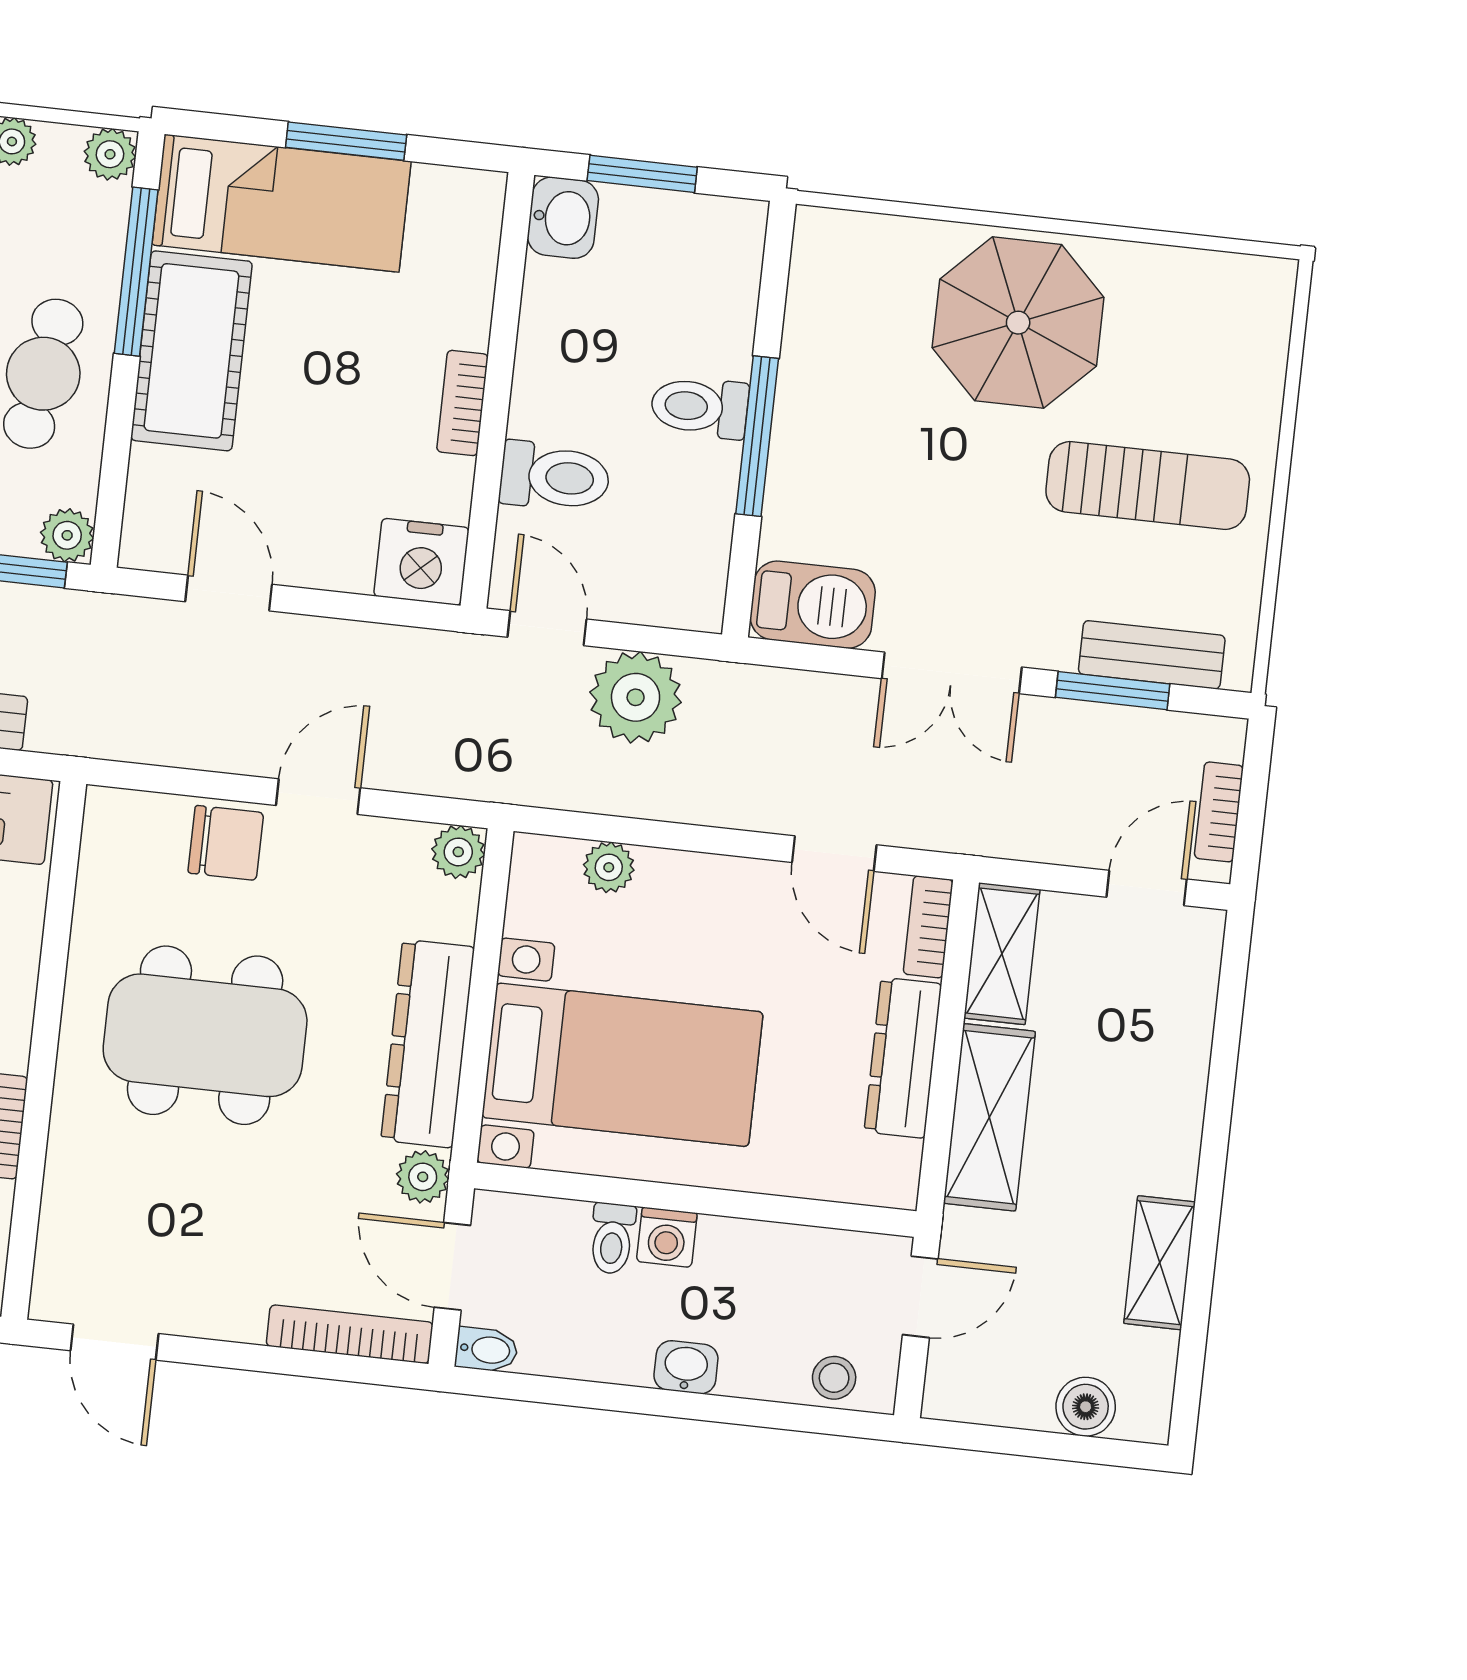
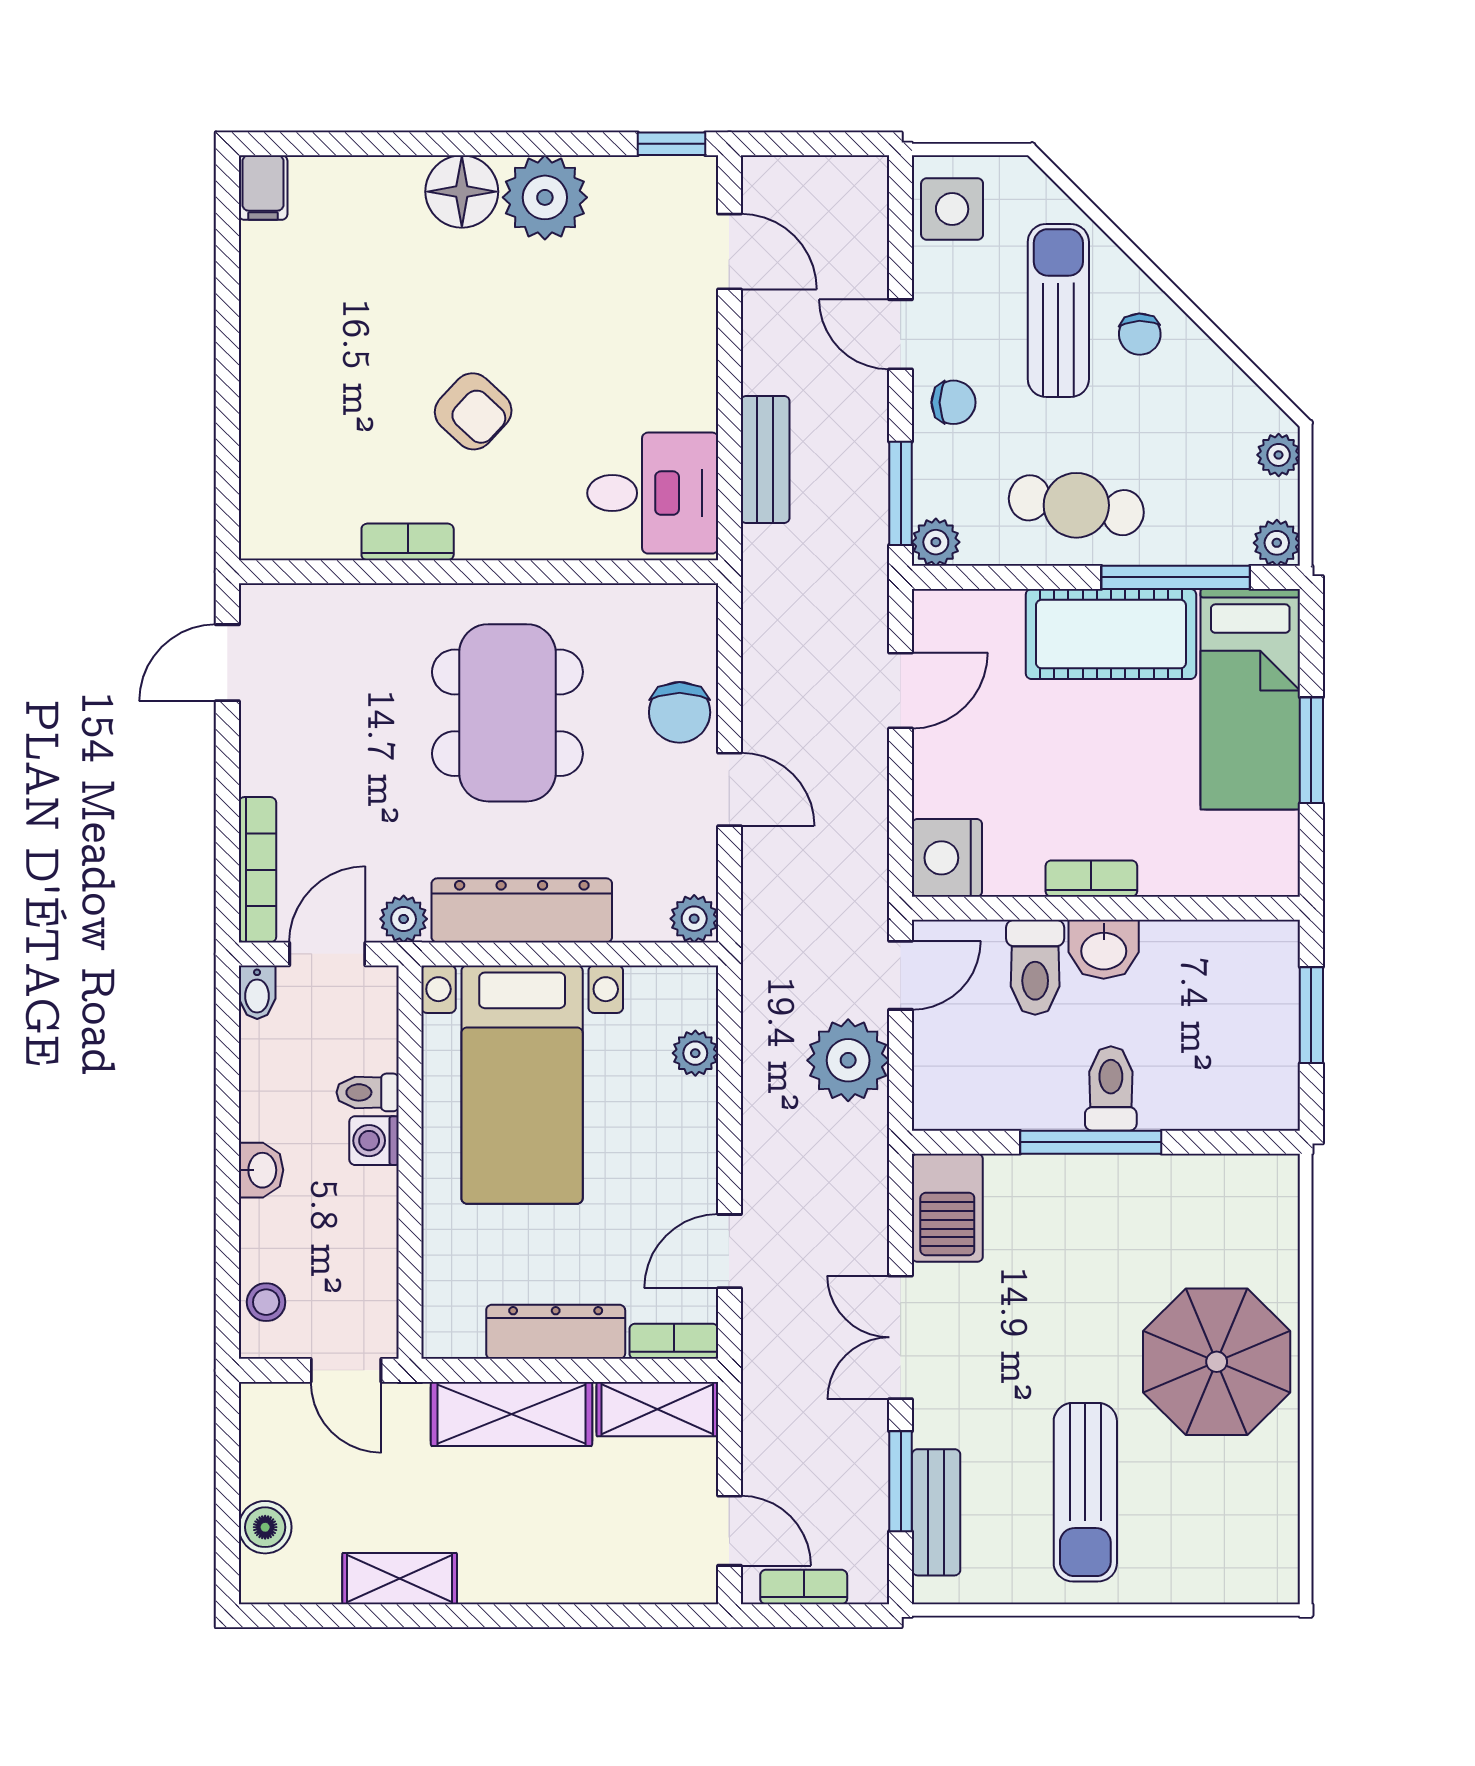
washbasin: (563, 218) -> (1104, 949), moved

